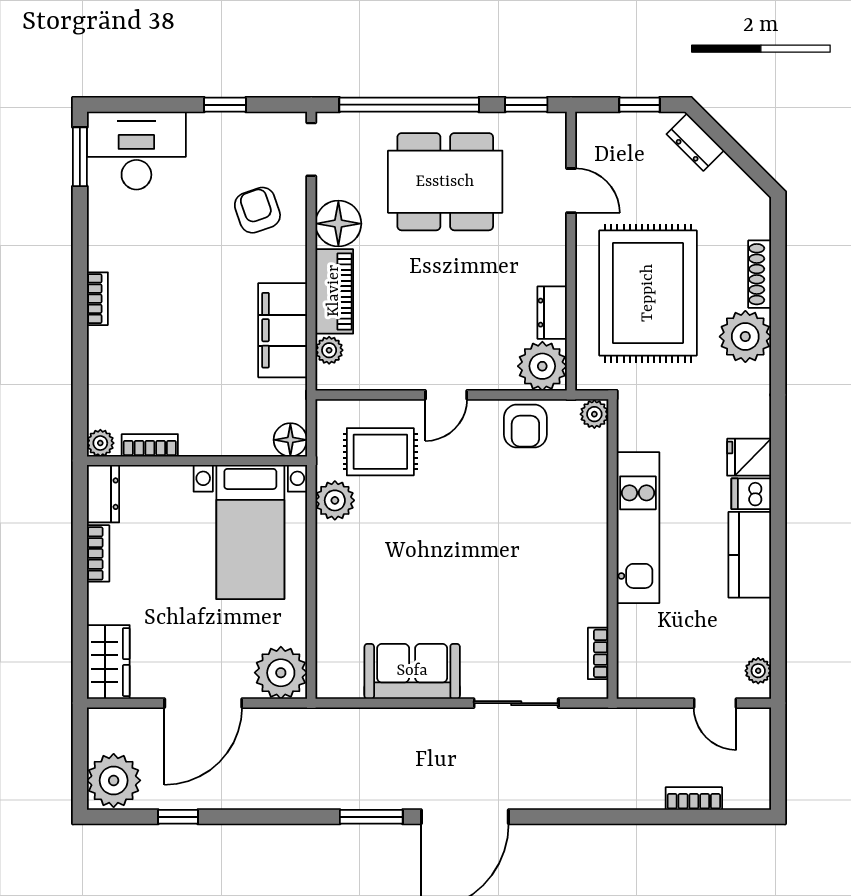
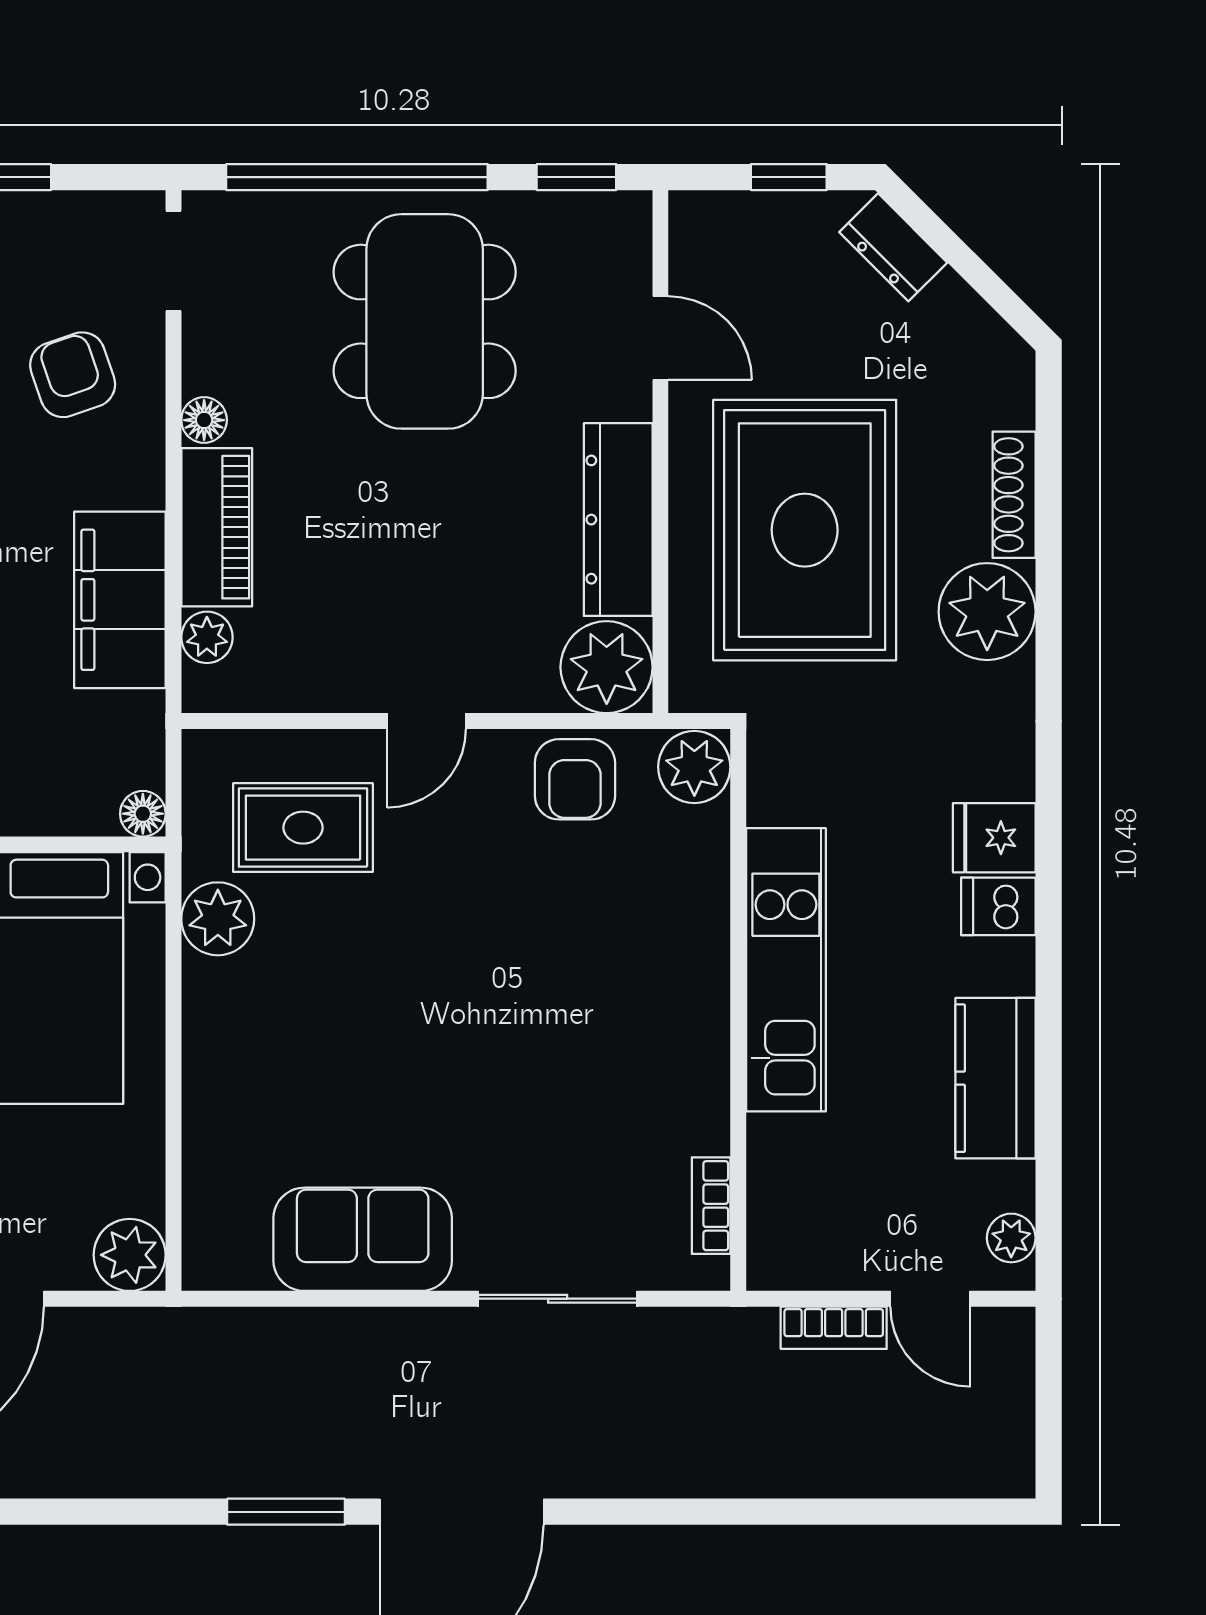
dining table: (445, 182) -> (425, 321), turned 90
floor lamp: (338, 224) -> (204, 420), width x0.53, depth x0.53
dresser: (552, 313) -> (618, 520), width x1.96, depth x1.24
plant: (594, 414) -> (694, 767), width x1.38, depth x1.38
floor lamp: (290, 440) -> (143, 814), width x0.73, depth x0.73
kitchen counter: (750, 555) -> (995, 1078), moved
plant: (281, 673) -> (130, 1255), width x0.73, depth x0.73
bookcase: (694, 798) -> (834, 1328), moved, turned 180

